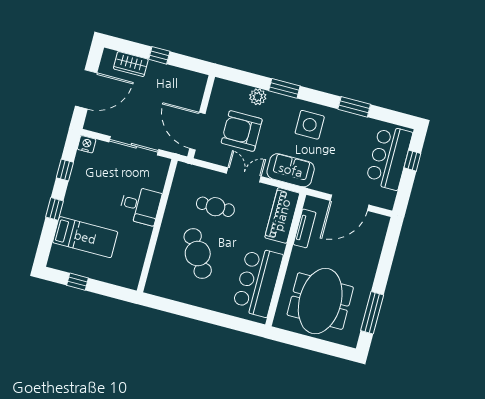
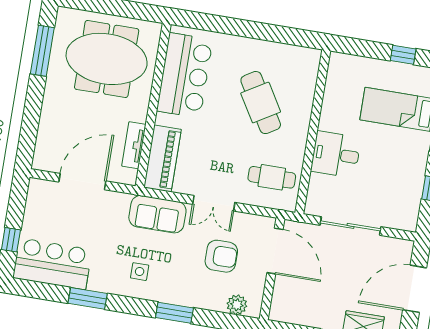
plant: (258, 97) -> (237, 305), moved
side table: (310, 125) -> (140, 272), width x0.54, depth x0.54
armchair: (242, 131) -> (221, 256), width x0.73, depth x0.73
nightstand: (87, 144) -> (408, 222), removed
bar counter: (389, 157) -> (52, 264), moved, turned -90
cafe table: (215, 207) -> (272, 177), moved
meeting table: (320, 301) -> (107, 59), turned 90

